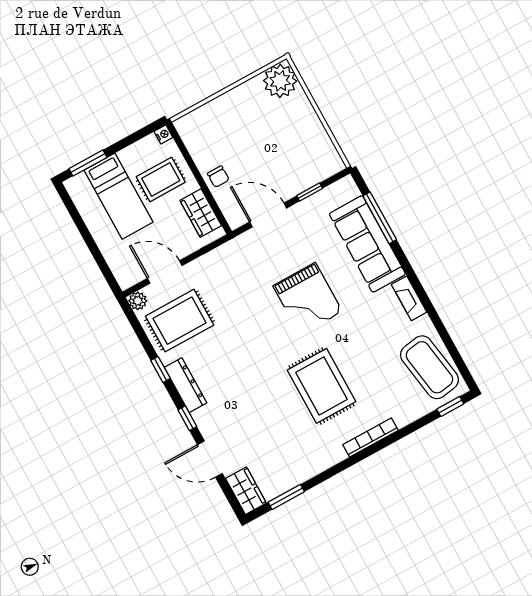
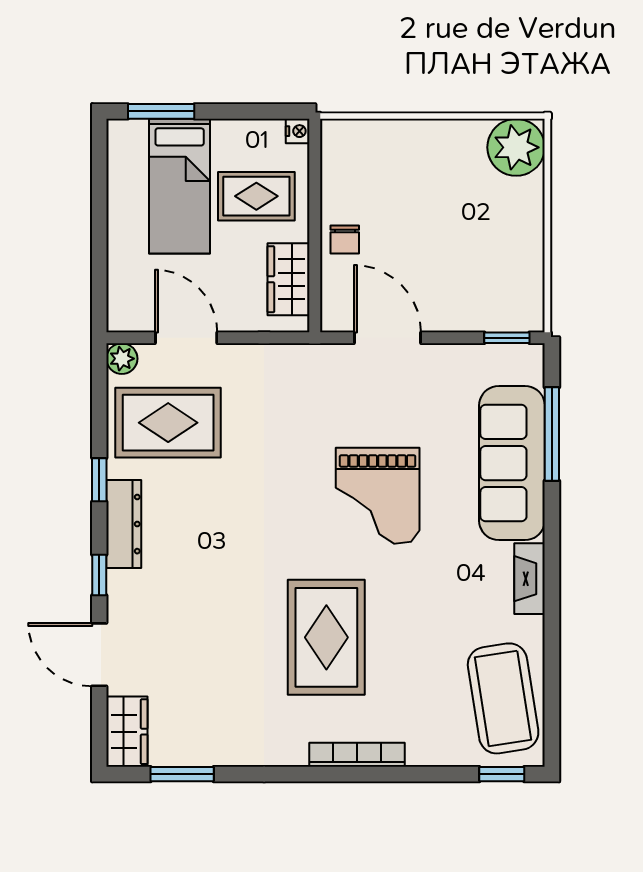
window: (310, 192) -> (507, 338), moved

